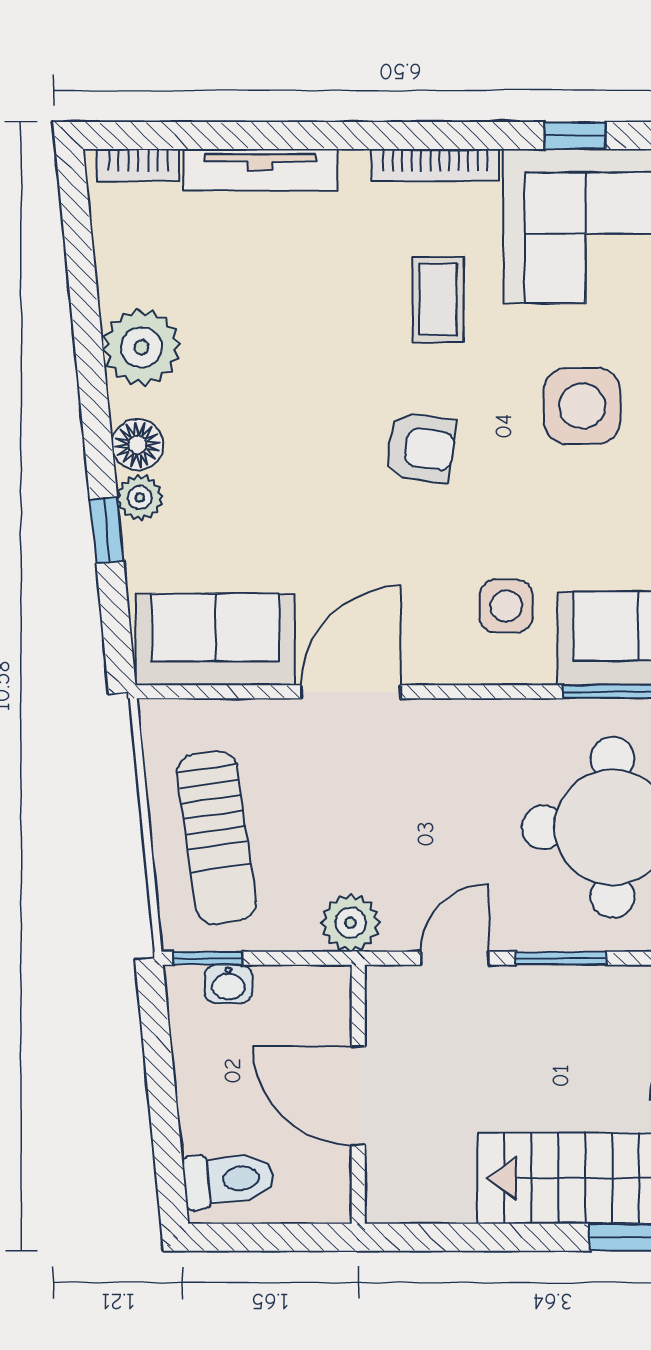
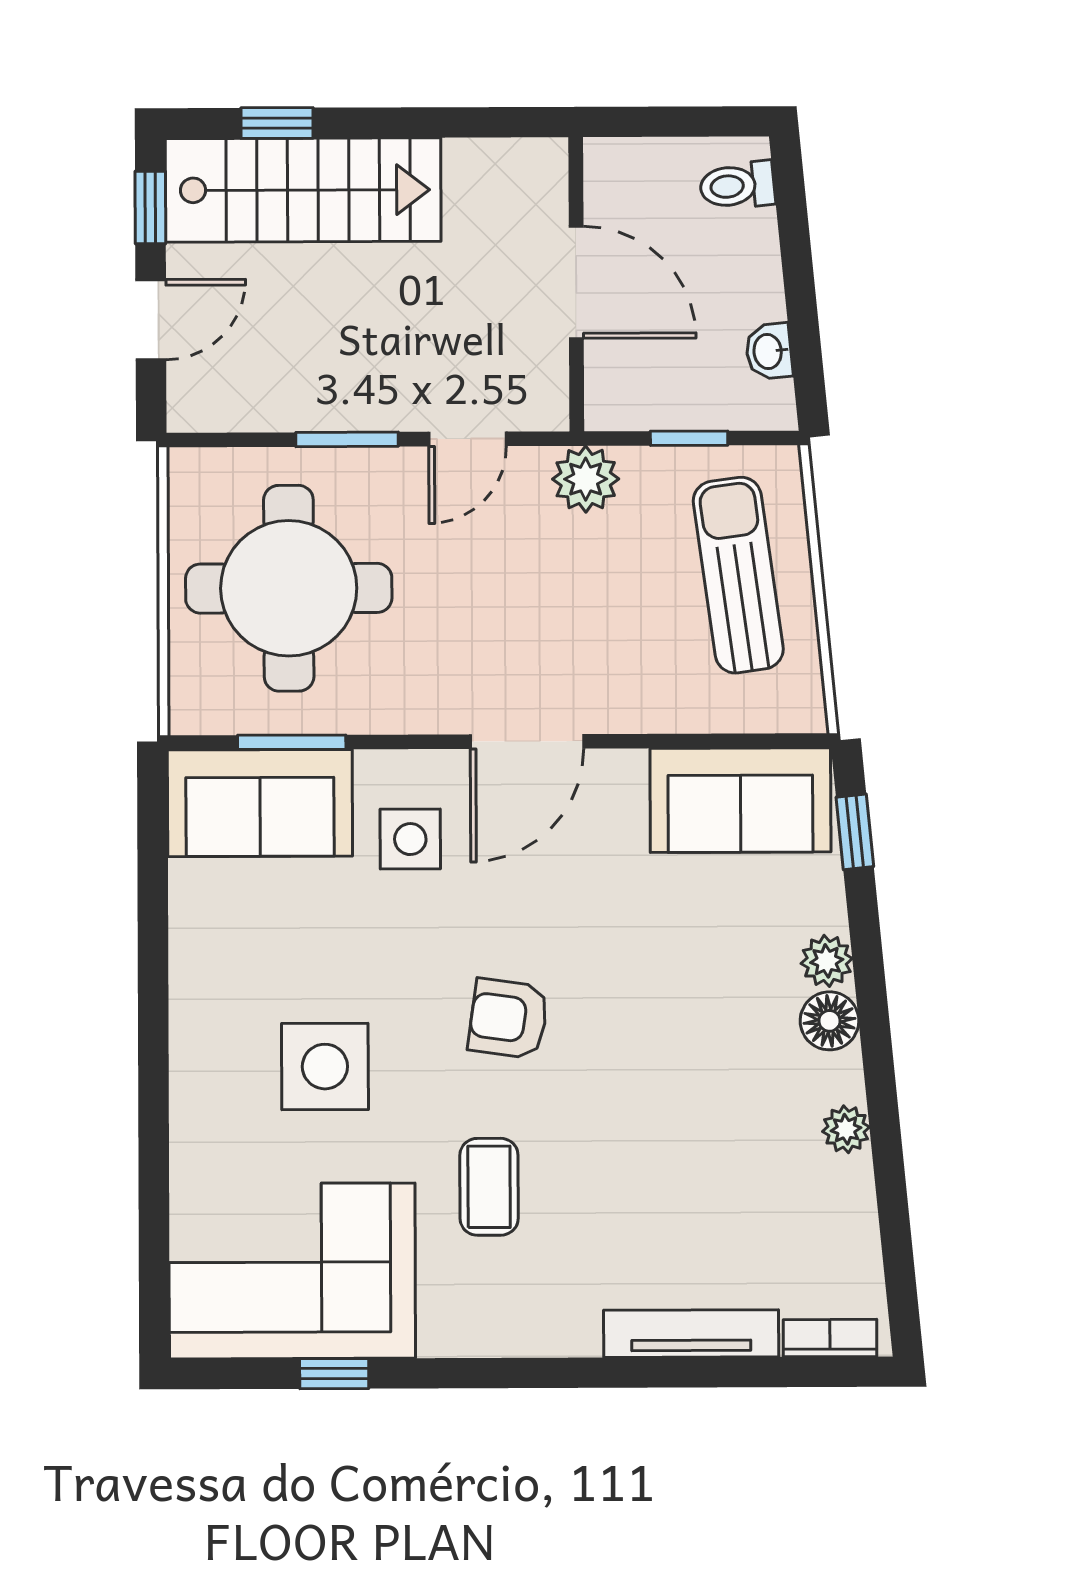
bookcase: (435, 165) -> (493, 1339), removed
plant: (141, 347) -> (846, 1129), width x0.53, depth x0.53
window: (107, 530) -> (855, 832), moved
door: (351, 692) -> (527, 741), moved
window: (208, 958) -> (689, 438), moved
washbasin: (228, 984) -> (769, 351), moved, turned -96
toilet: (228, 1180) -> (737, 186), width x0.73, depth x0.72

